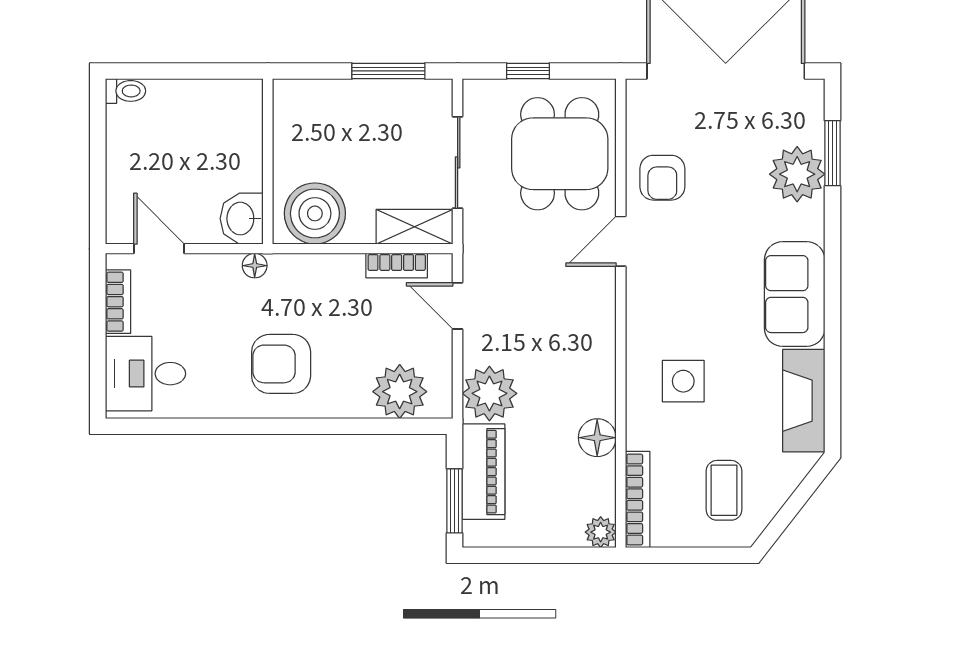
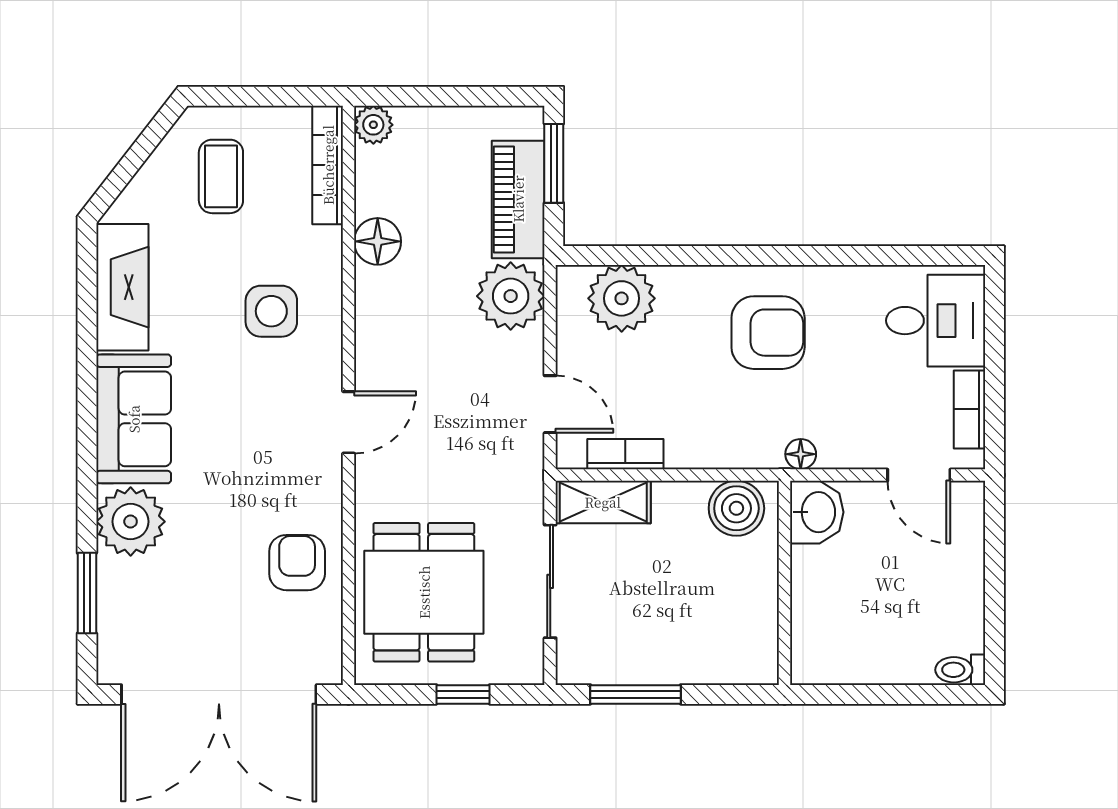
plant: (797, 174) -> (131, 522), moved
boiler: (315, 213) -> (736, 508), width x0.73, depth x0.73
door: (621, 241) -> (349, 422), moved

